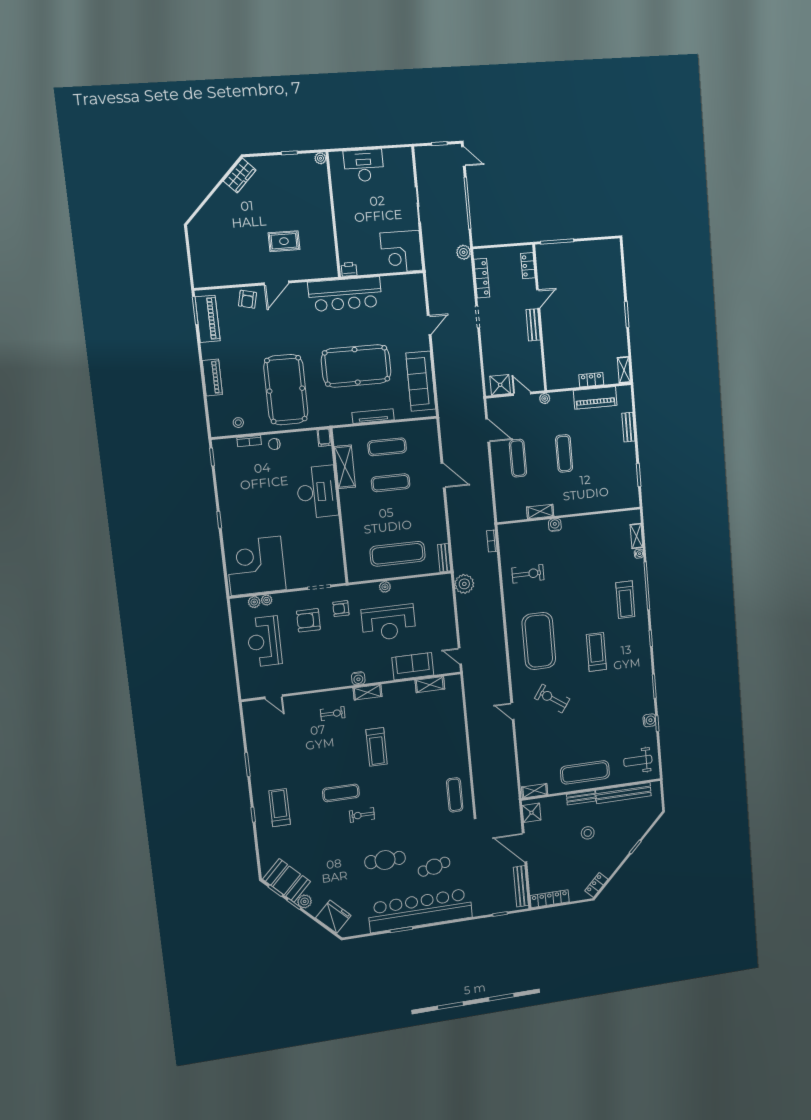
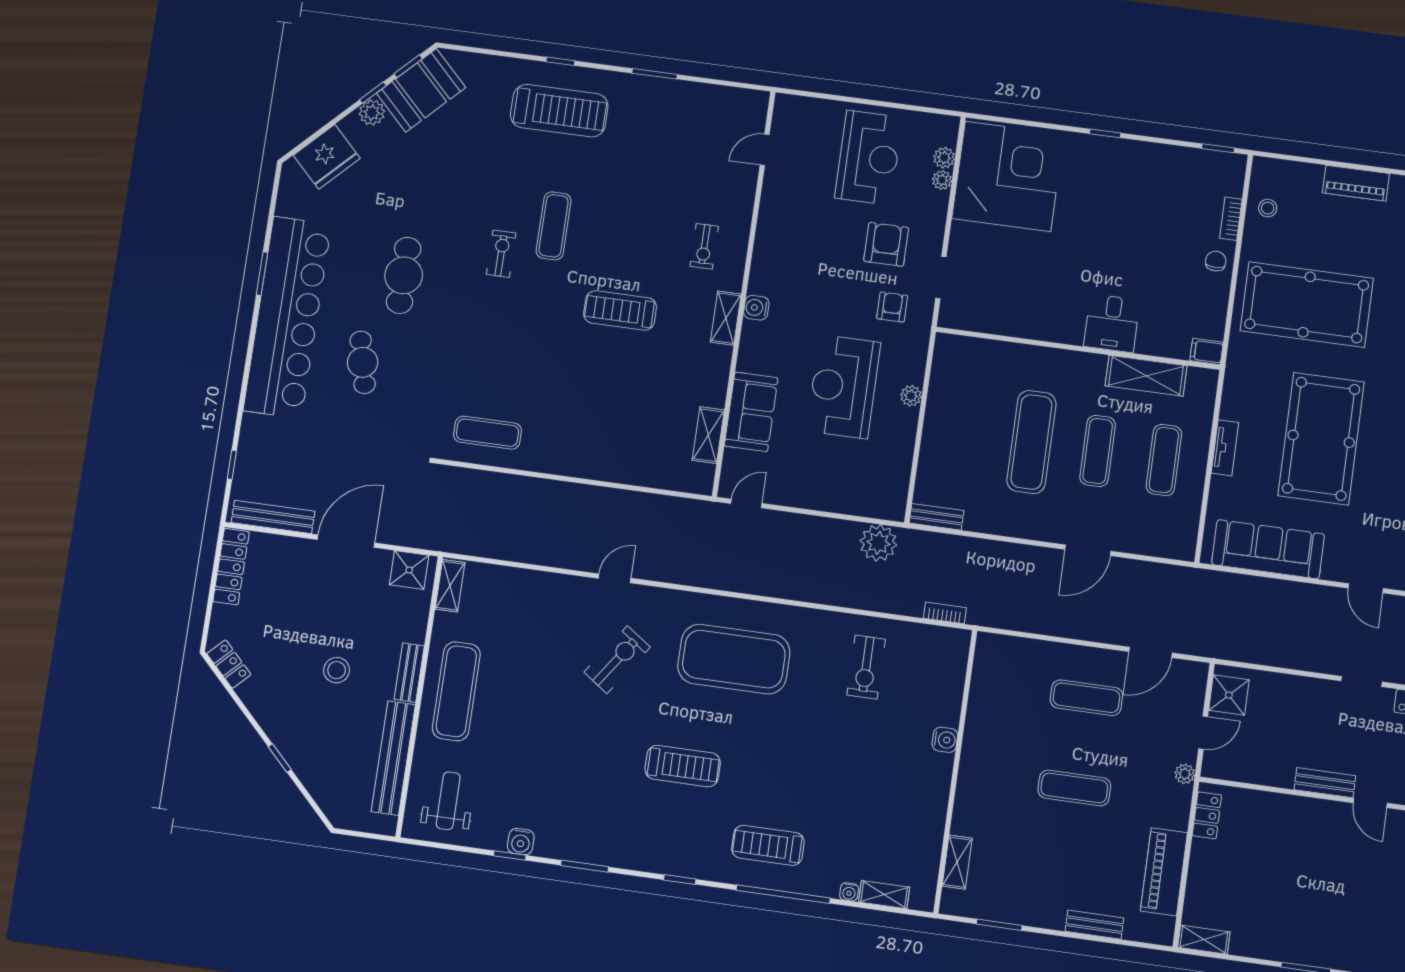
locker: (591, 380) -> (1207, 815), moved
tv unit: (373, 416) -> (1225, 448), width x0.71
desk: (317, 492) -> (1112, 323), width x0.53, depth x0.77
shelving: (540, 512) -> (957, 862), moved
exercise mat: (398, 554) -> (1031, 442), moved
reception desk: (264, 641) -> (869, 158), turned 90
treadmill: (280, 808) -> (559, 111), width x1.37, depth x1.38

